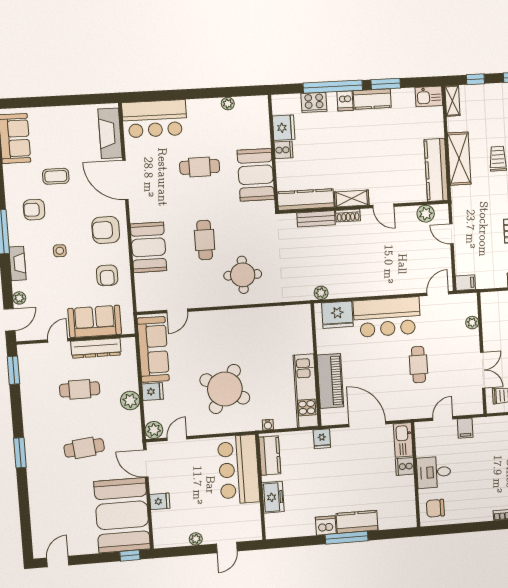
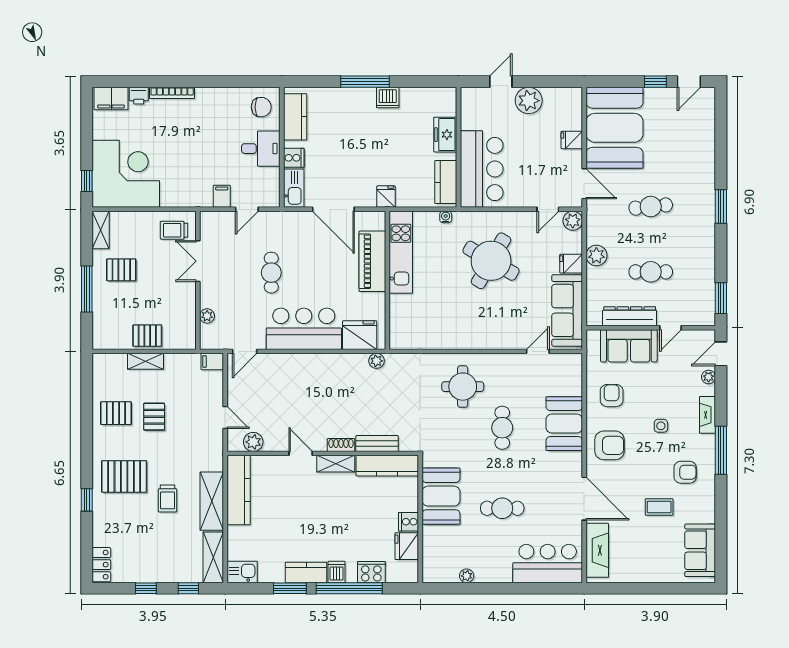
shelving: (452, 101) -> (213, 557), width x1.50, depth x1.33
kitchen counter: (357, 522) -> (295, 117), moved, turned -90
plant: (196, 539) -> (529, 101), width x1.87, depth x1.87
window: (130, 556) -> (655, 82), moved

